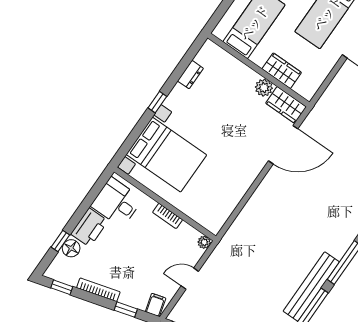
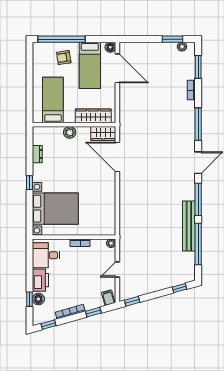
wardrobe: (282, 71) -> (93, 116), width x1.50
plant: (264, 88) -> (70, 132), moved
door: (283, 145) -> (117, 157), swing flipped

